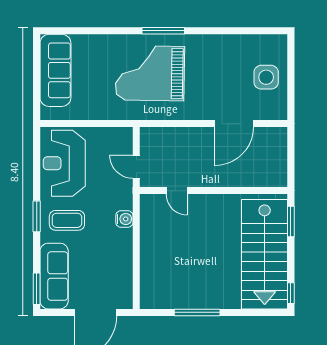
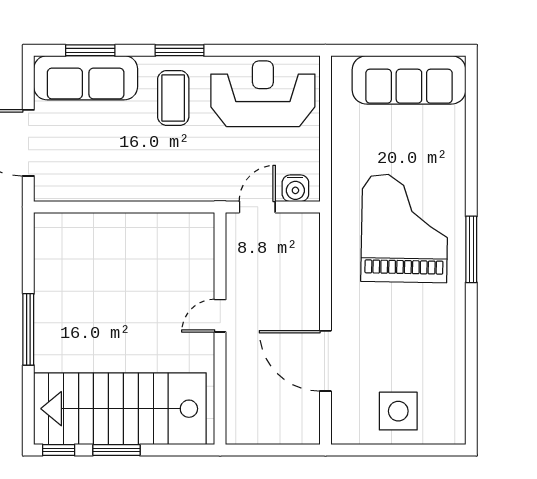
door: (177, 191) -> (220, 316), moved
water cooler: (124, 219) -> (295, 188), moved
window: (291, 221) -> (116, 450), moved
window: (37, 289) -> (90, 50), moved
window: (197, 312) -> (28, 329), moved

